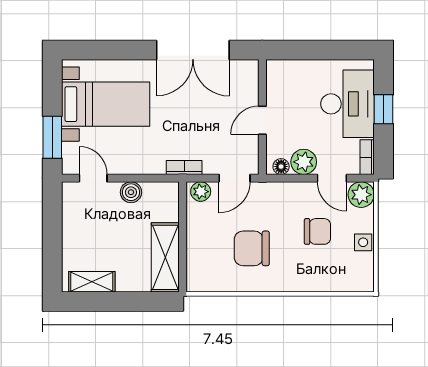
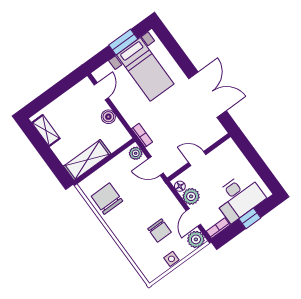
double door: (193, 50) -> (207, 95), swing flipped
window: (52, 137) -> (123, 42), moved
chair: (252, 248) -> (107, 199), moved

